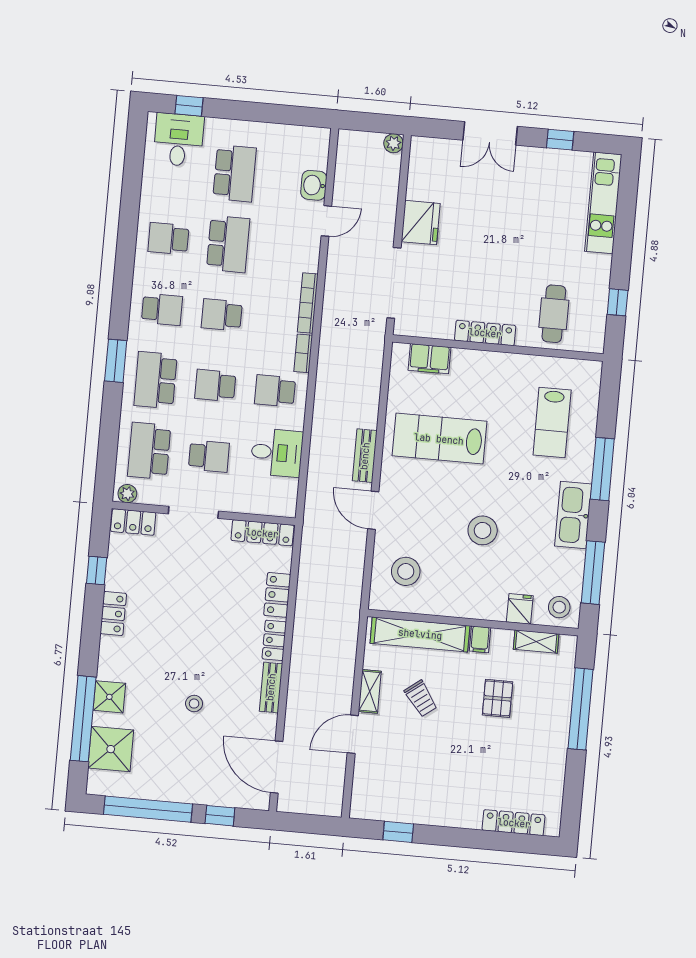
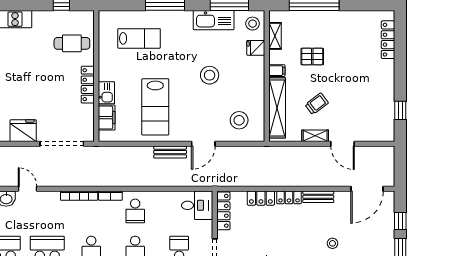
kitchen sink: (469, 362) -> (106, 93), added
desk: (277, 453) -> (197, 205), moved, turned 90
kitchen sink: (573, 515) -> (214, 20), moved

